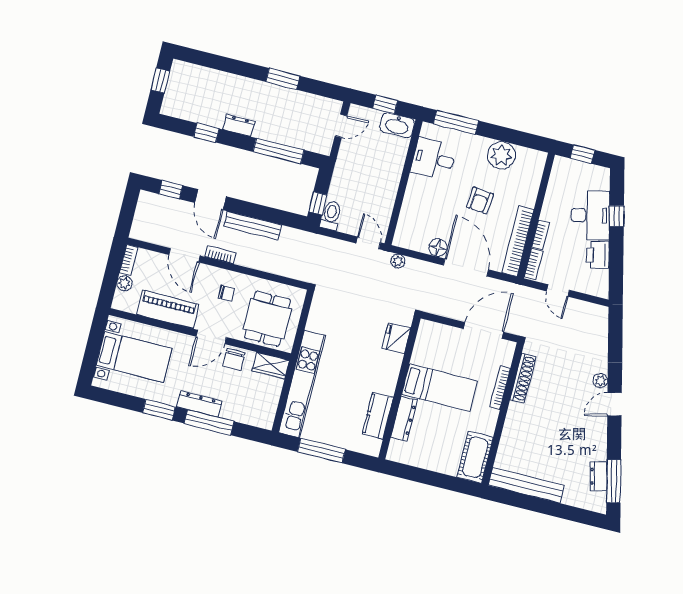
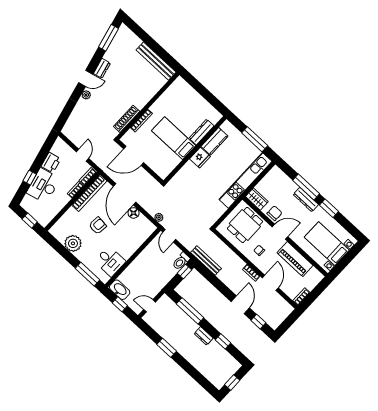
bench: (253, 226) -> (206, 261), moved
plant: (124, 283) -> (310, 285), removed
fridge: (396, 338) -> (200, 158), moved
cot: (475, 457) -> (175, 91), removed
dresser: (598, 476) -> (102, 68), moved

